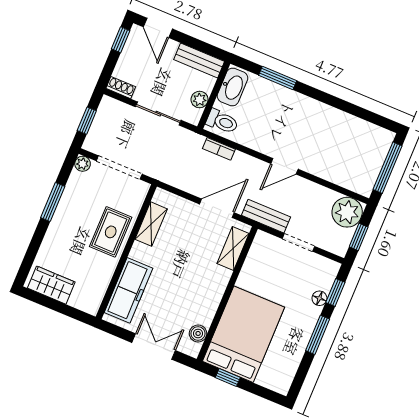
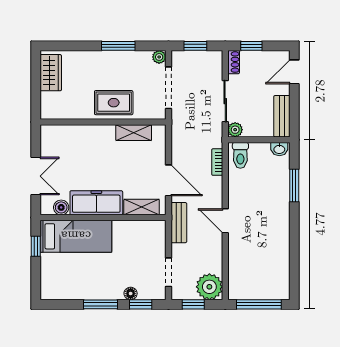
window: (121, 40) -> (251, 46), moved
washbasin: (233, 87) -> (279, 149), width x0.52, depth x0.69
plant: (200, 100) -> (235, 130), moved
doorway: (299, 242) -> (169, 272), moved
freezer: (128, 290) -> (96, 203), moved, turned 180
bed: (243, 334) -> (76, 236), width x0.67

